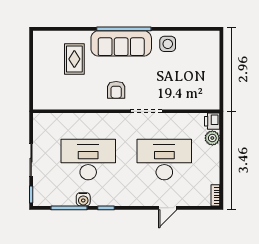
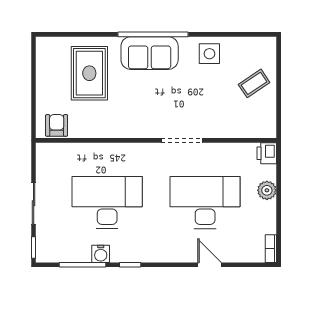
sofa: (121, 43) -> (150, 53), width x0.73
rug: (74, 59) -> (89, 73), width x1.36, depth x1.43
coffee table: (202, 67) -> (254, 83), added
armchair: (116, 90) -> (57, 125), moved, turned 180
plant: (212, 138) -> (267, 190), moved
door: (168, 208) -> (209, 265), swing flipped

